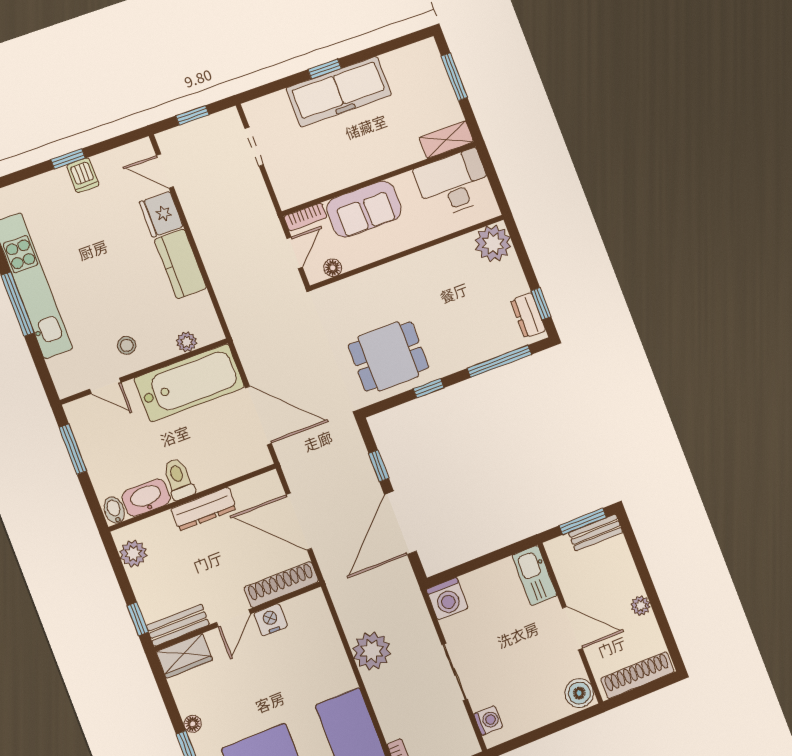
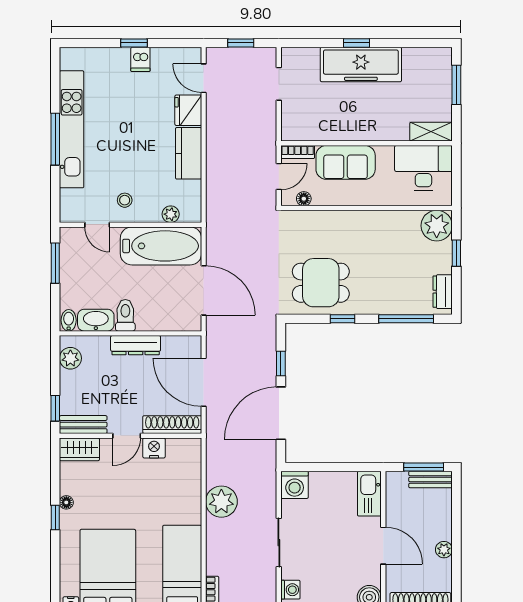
window: (541, 304) -> (456, 253), moved

